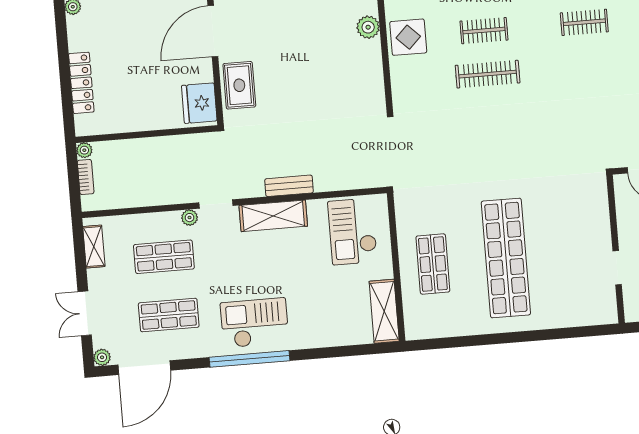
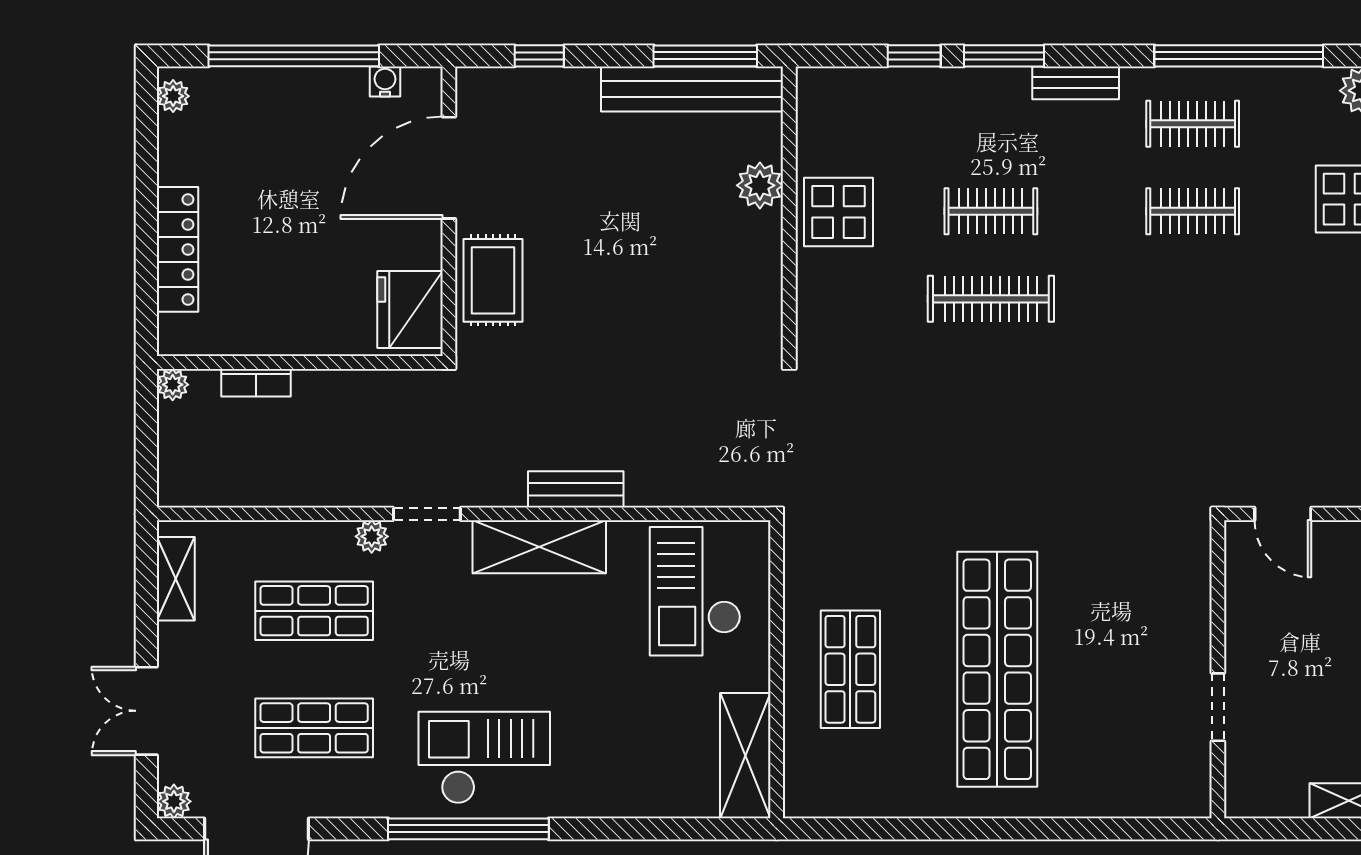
bookcase: (86, 177) -> (256, 383), moved, turned 90

